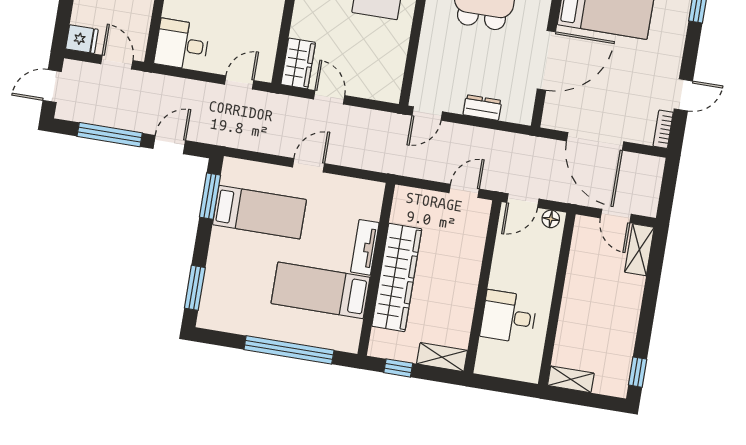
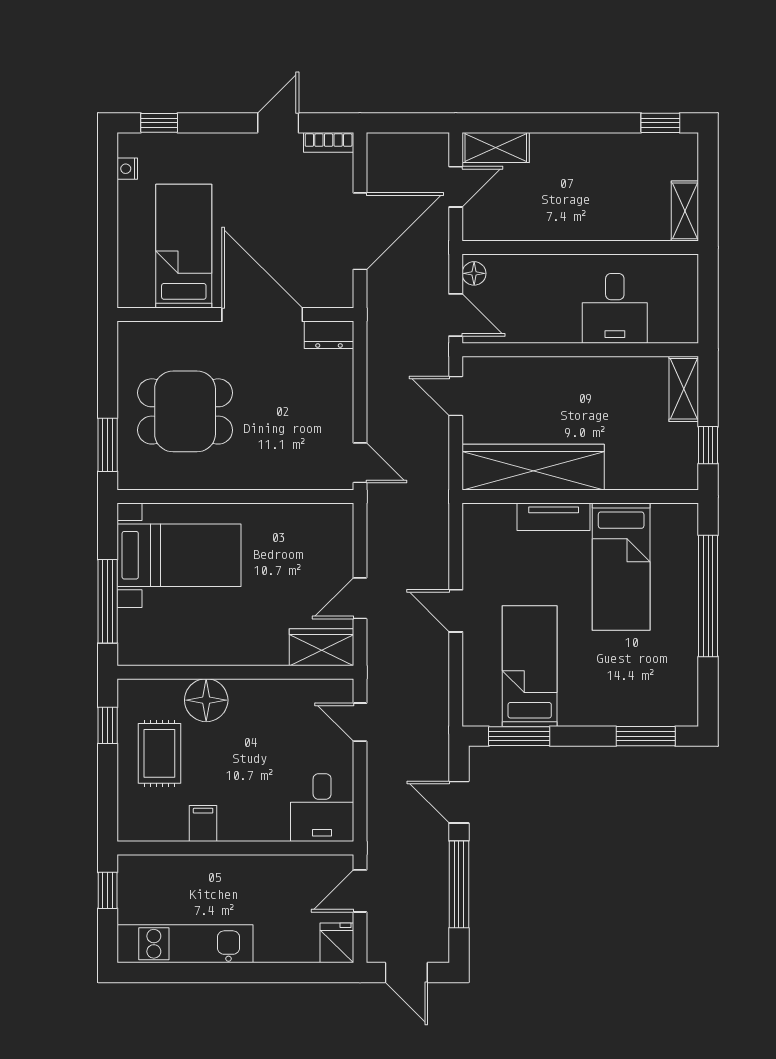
door: (683, 95) -> (278, 123), hinge flipped
dresser: (482, 108) -> (329, 335), moved, turned -90
wardrobe: (397, 278) -> (533, 467), moved

